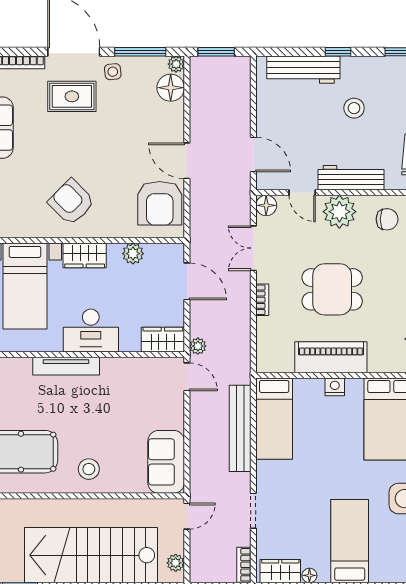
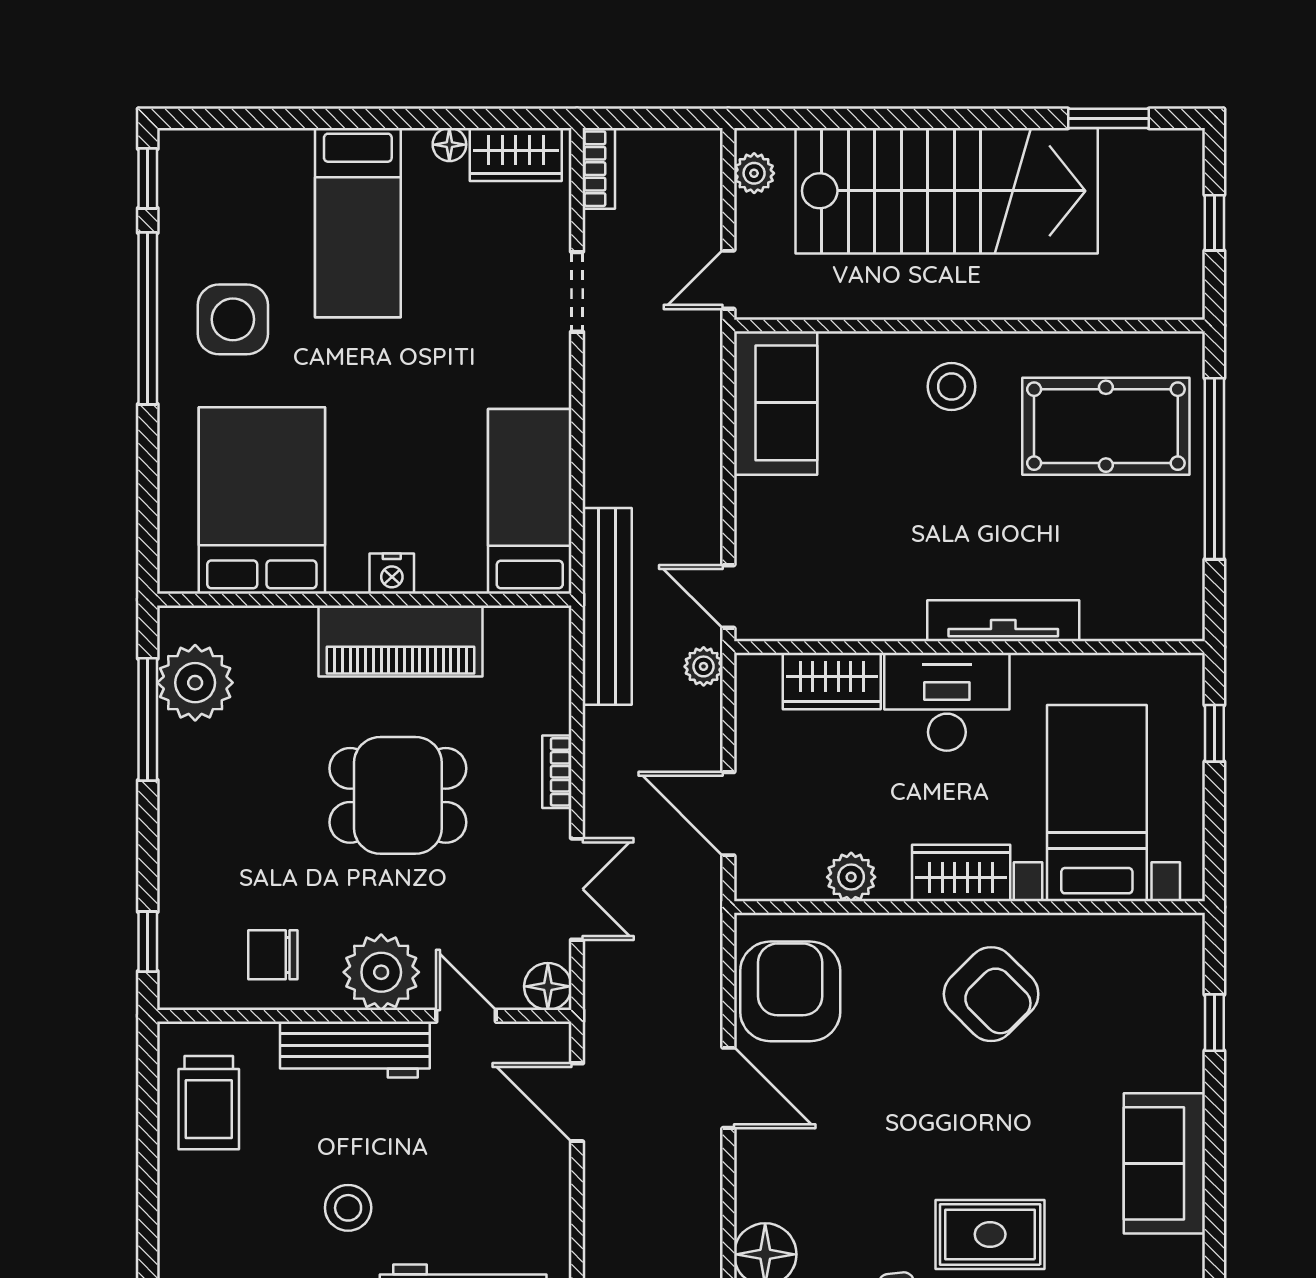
wardrobe: (163, 340) -> (832, 681), moved
bench: (240, 428) -> (607, 606), moved

